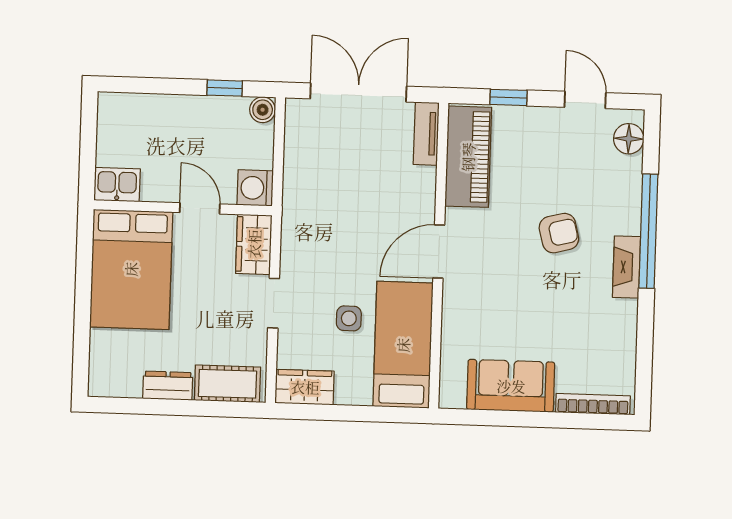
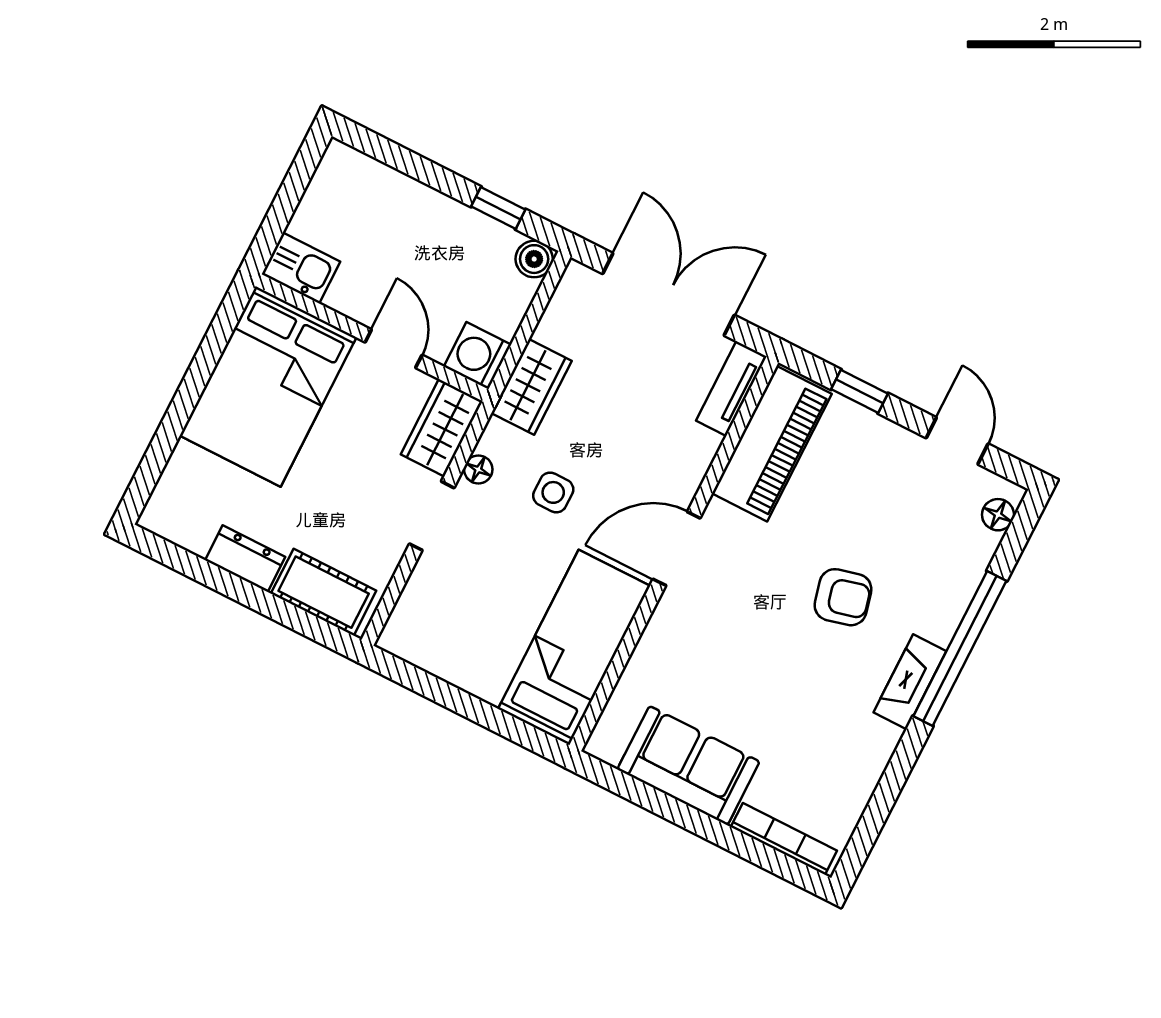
floor lamp: (629, 139) -> (998, 515), width x0.73, depth x0.73
floor lamp: (289, 260) -> (478, 469), added
side table: (349, 318) -> (553, 492), moved
wardrobe: (305, 387) -> (531, 387), moved, turned 90

